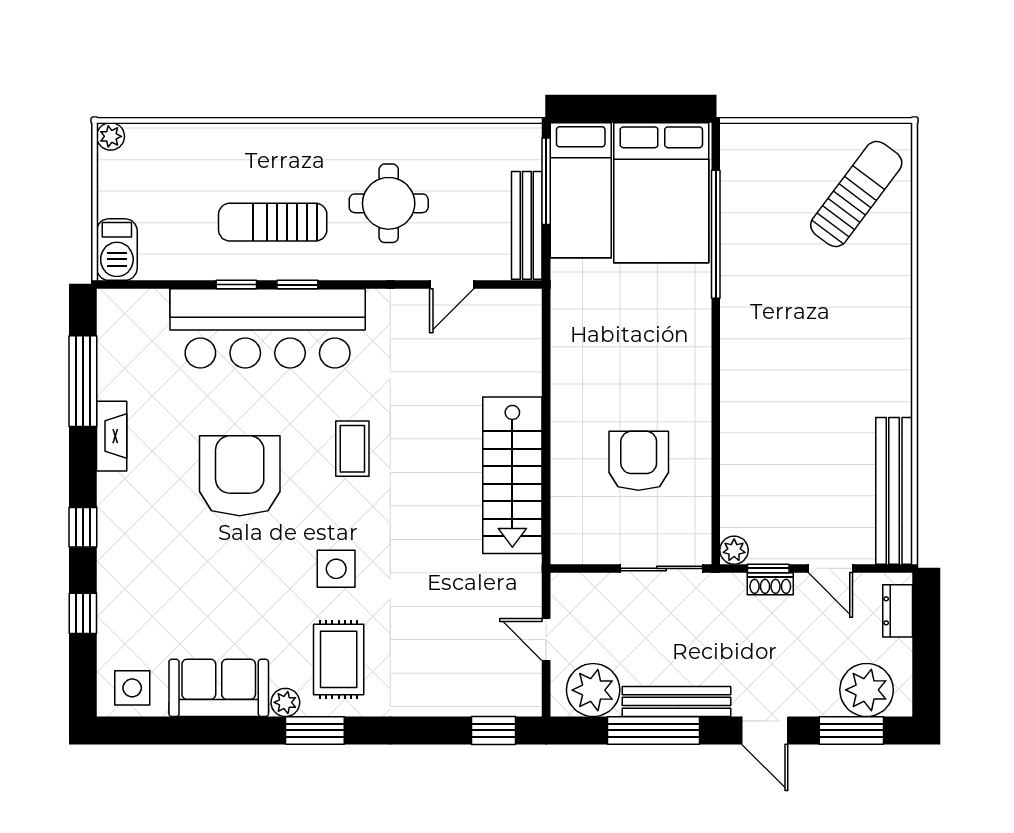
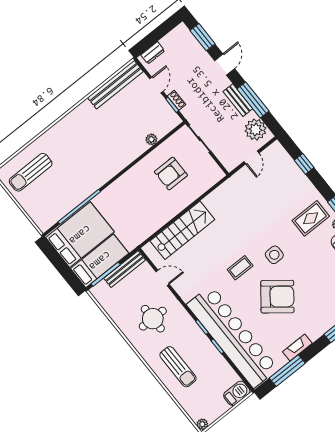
sun lounger: (856, 194) -> (31, 172), turned -37
sun lounger: (273, 222) -> (178, 367), moved
bar counter: (268, 328) -> (232, 337), width x1.36
stairs: (512, 475) -> (182, 230), moved
armchair: (240, 476) -> (277, 297), turned -142
plant: (734, 550) -> (151, 139), moved
side table: (336, 569) -> (274, 255), moved
plant: (867, 690) -> (186, 43), removed
bench: (677, 701) -> (238, 100), width x0.73
window: (493, 730) -> (304, 164), moved

